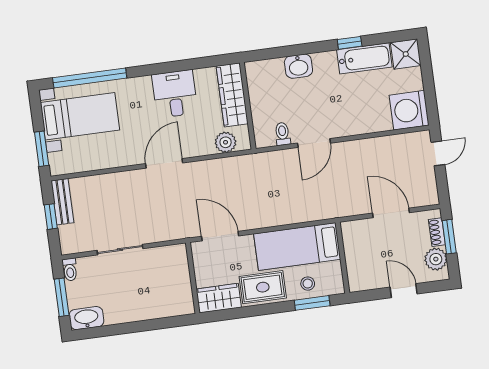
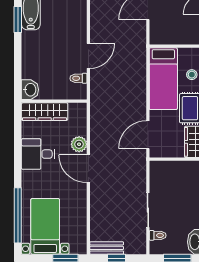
window: (350, 43) -> (18, 20), width x1.50
washbasin: (298, 66) -> (30, 90), moved
plant: (226, 142) -> (79, 144), moved
door: (314, 143) -> (88, 56), hinge flipped
toilet: (70, 270) -> (158, 235), moved

